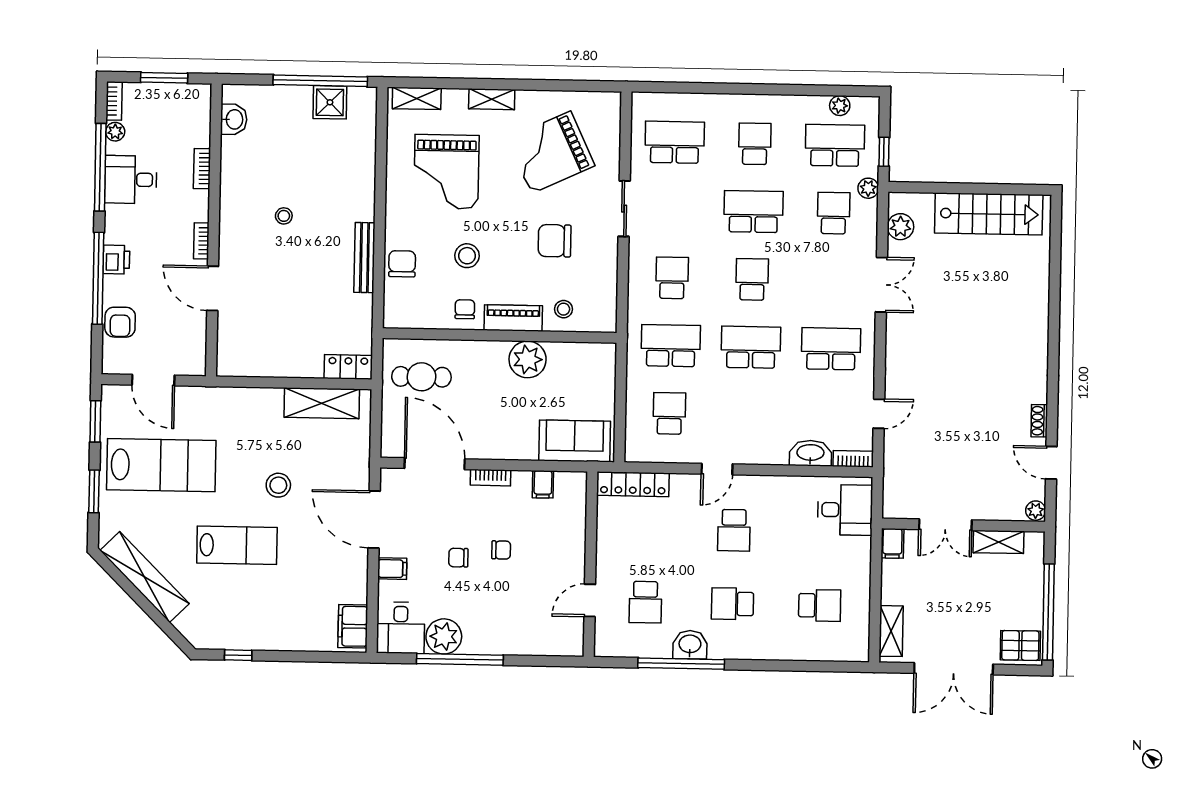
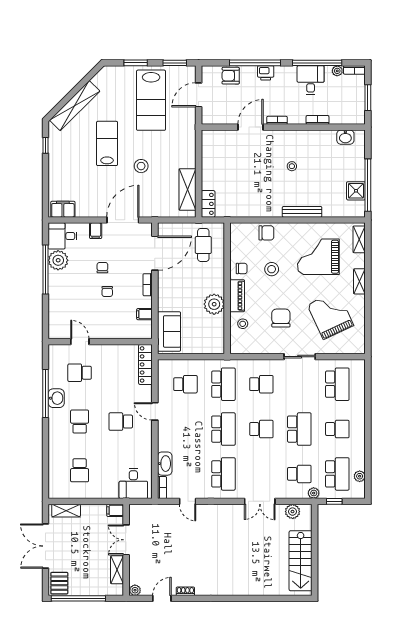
bench: (364, 258) -> (302, 212), moved
lab bench: (237, 545) -> (107, 143), turned 180
shelving: (145, 577) -> (75, 106), moved

